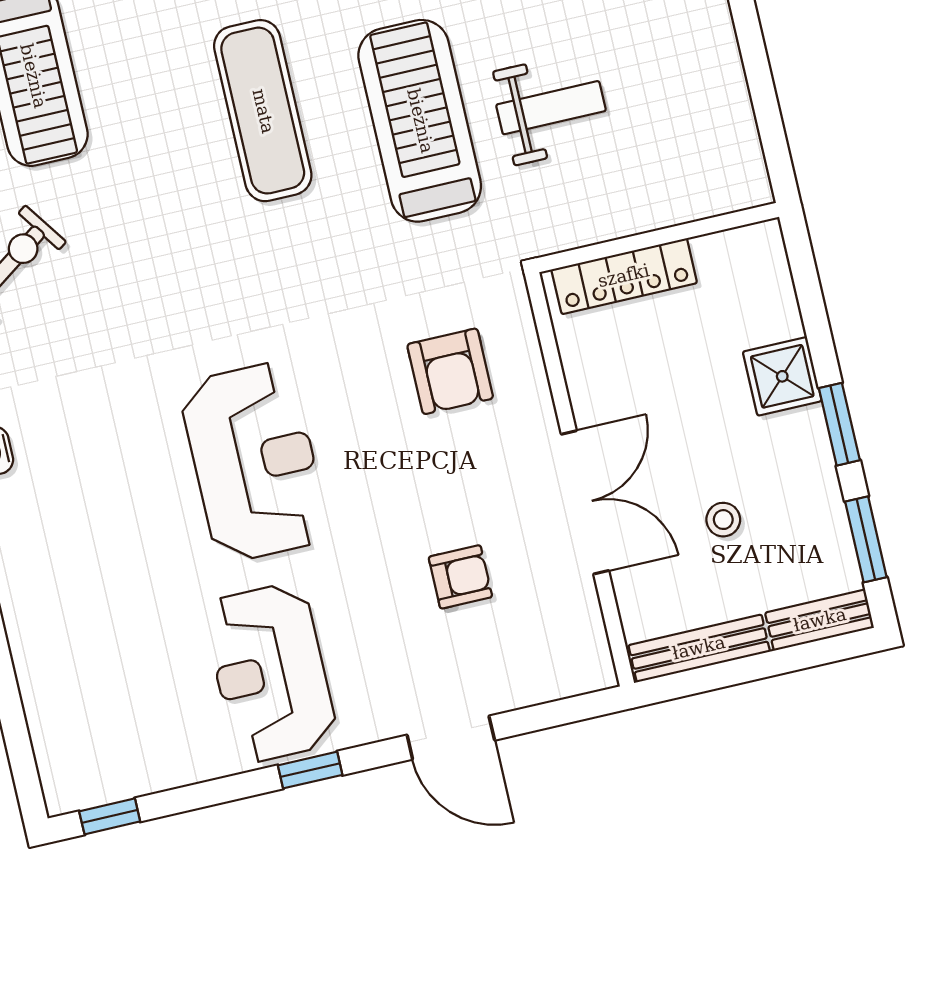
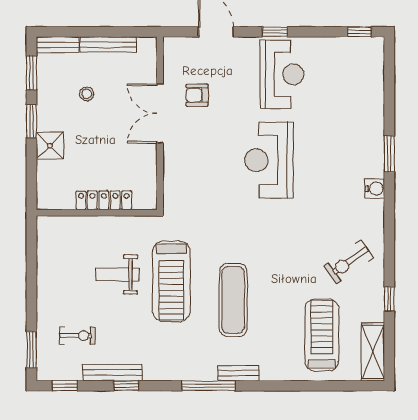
armchair: (450, 371) -> (182, 178), removed
wall: (580, 479) -> (160, 123), moved
double door: (585, 502) -> (160, 113), moved

